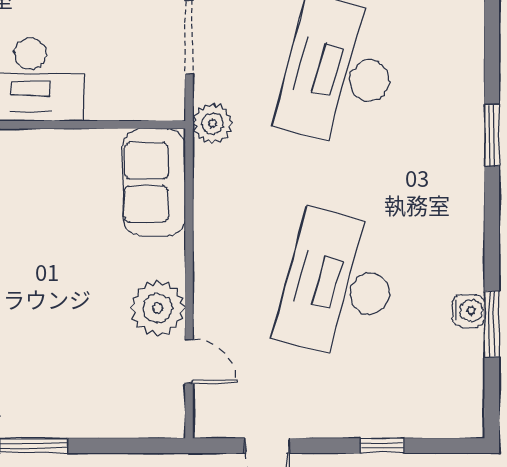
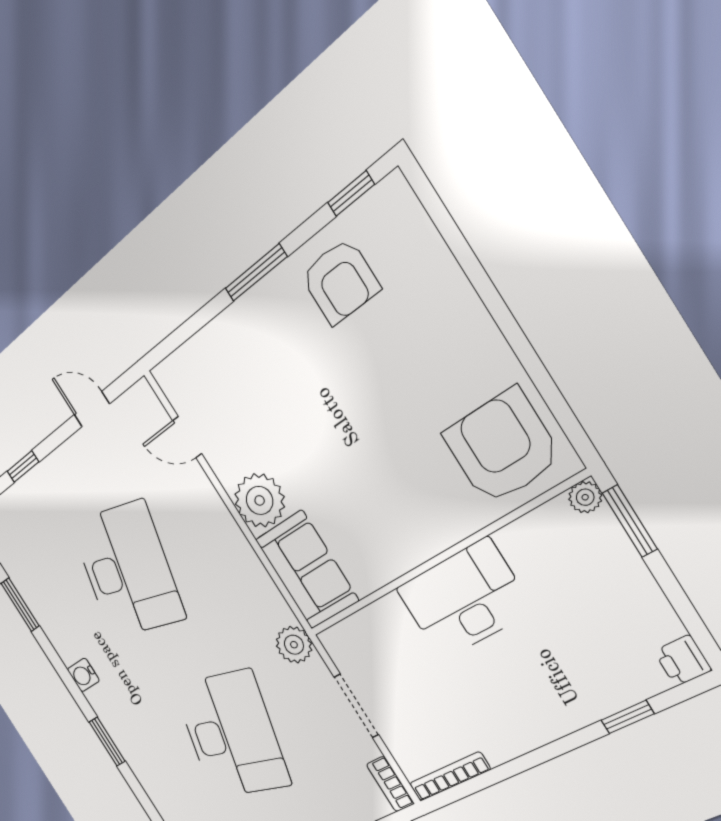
plant: (158, 308) -> (260, 500), moved
water cooler: (468, 311) -> (83, 675), moved

